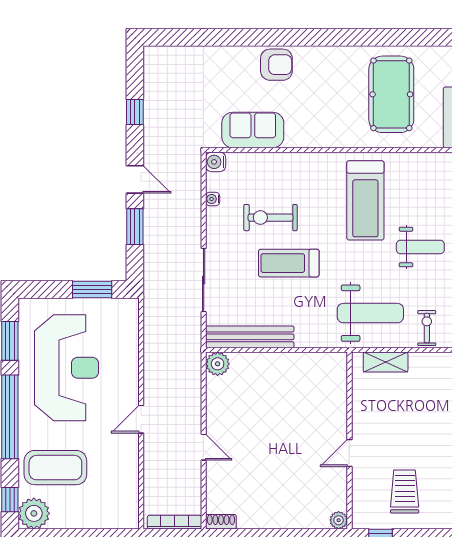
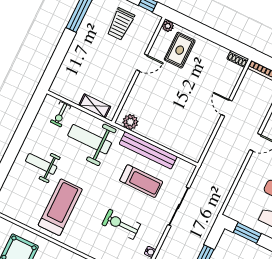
exercise bike: (270, 218) -> (121, 224), turned 180
treadmill: (289, 263) -> (141, 181), moved
bench: (250, 337) -> (148, 150), moved
plant: (218, 364) -> (130, 122), moved
rug: (306, 495) -> (180, 50), added

